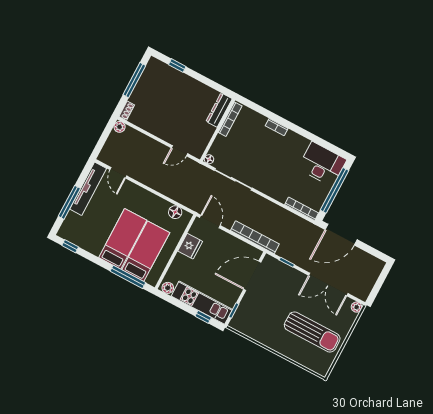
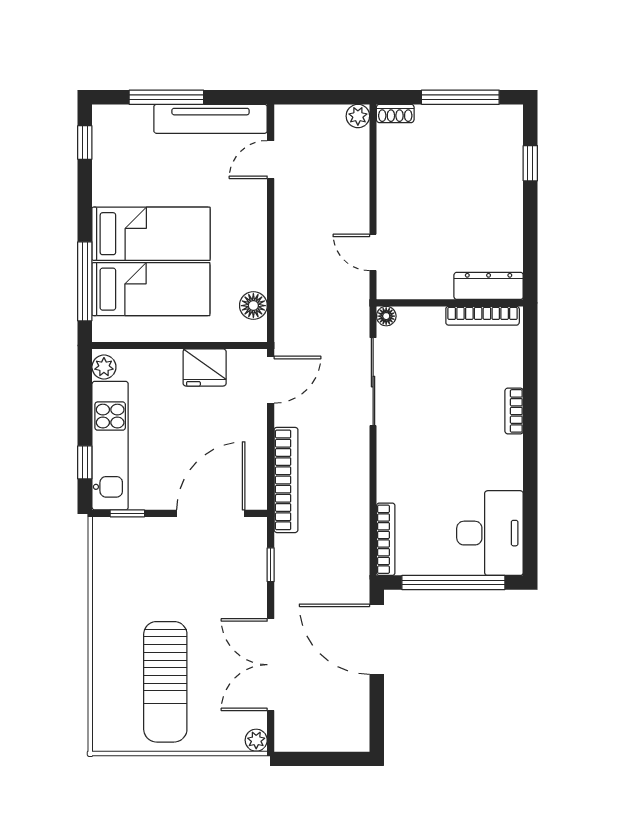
door: (252, 276) -> (211, 513), hinge flipped

